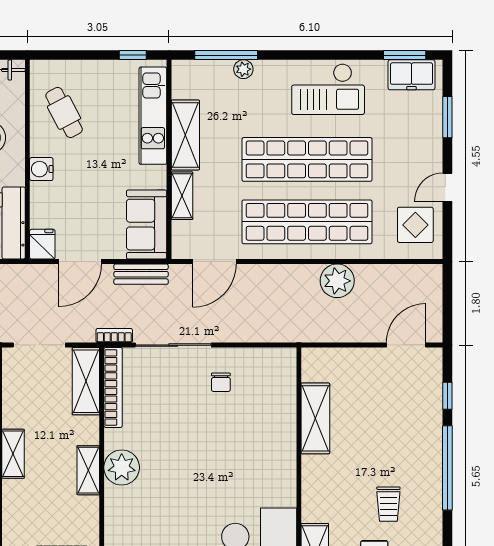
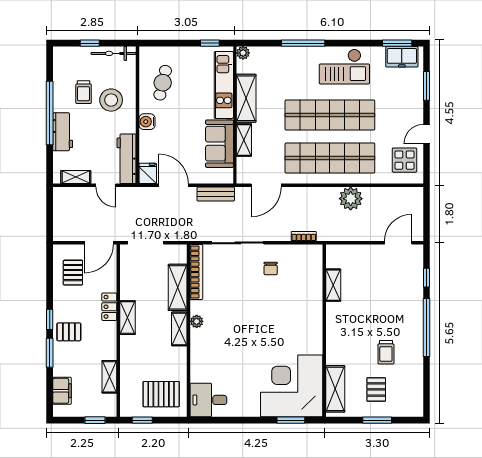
window: (226, 55) -> (303, 43), moved
plant: (243, 69) -> (243, 53), moved
cafe table: (64, 113) -> (163, 83), turned 41
sofa: (147, 225) -> (219, 144), moved
door: (80, 262) -> (174, 185), swing flipped
bookcase: (114, 336) -> (304, 236), moved
shelving: (86, 381) -> (178, 287), moved
shelving: (315, 418) -> (333, 285), width x0.67, depth x0.75
plant: (122, 467) -> (197, 321), width x0.53, depth x0.53

